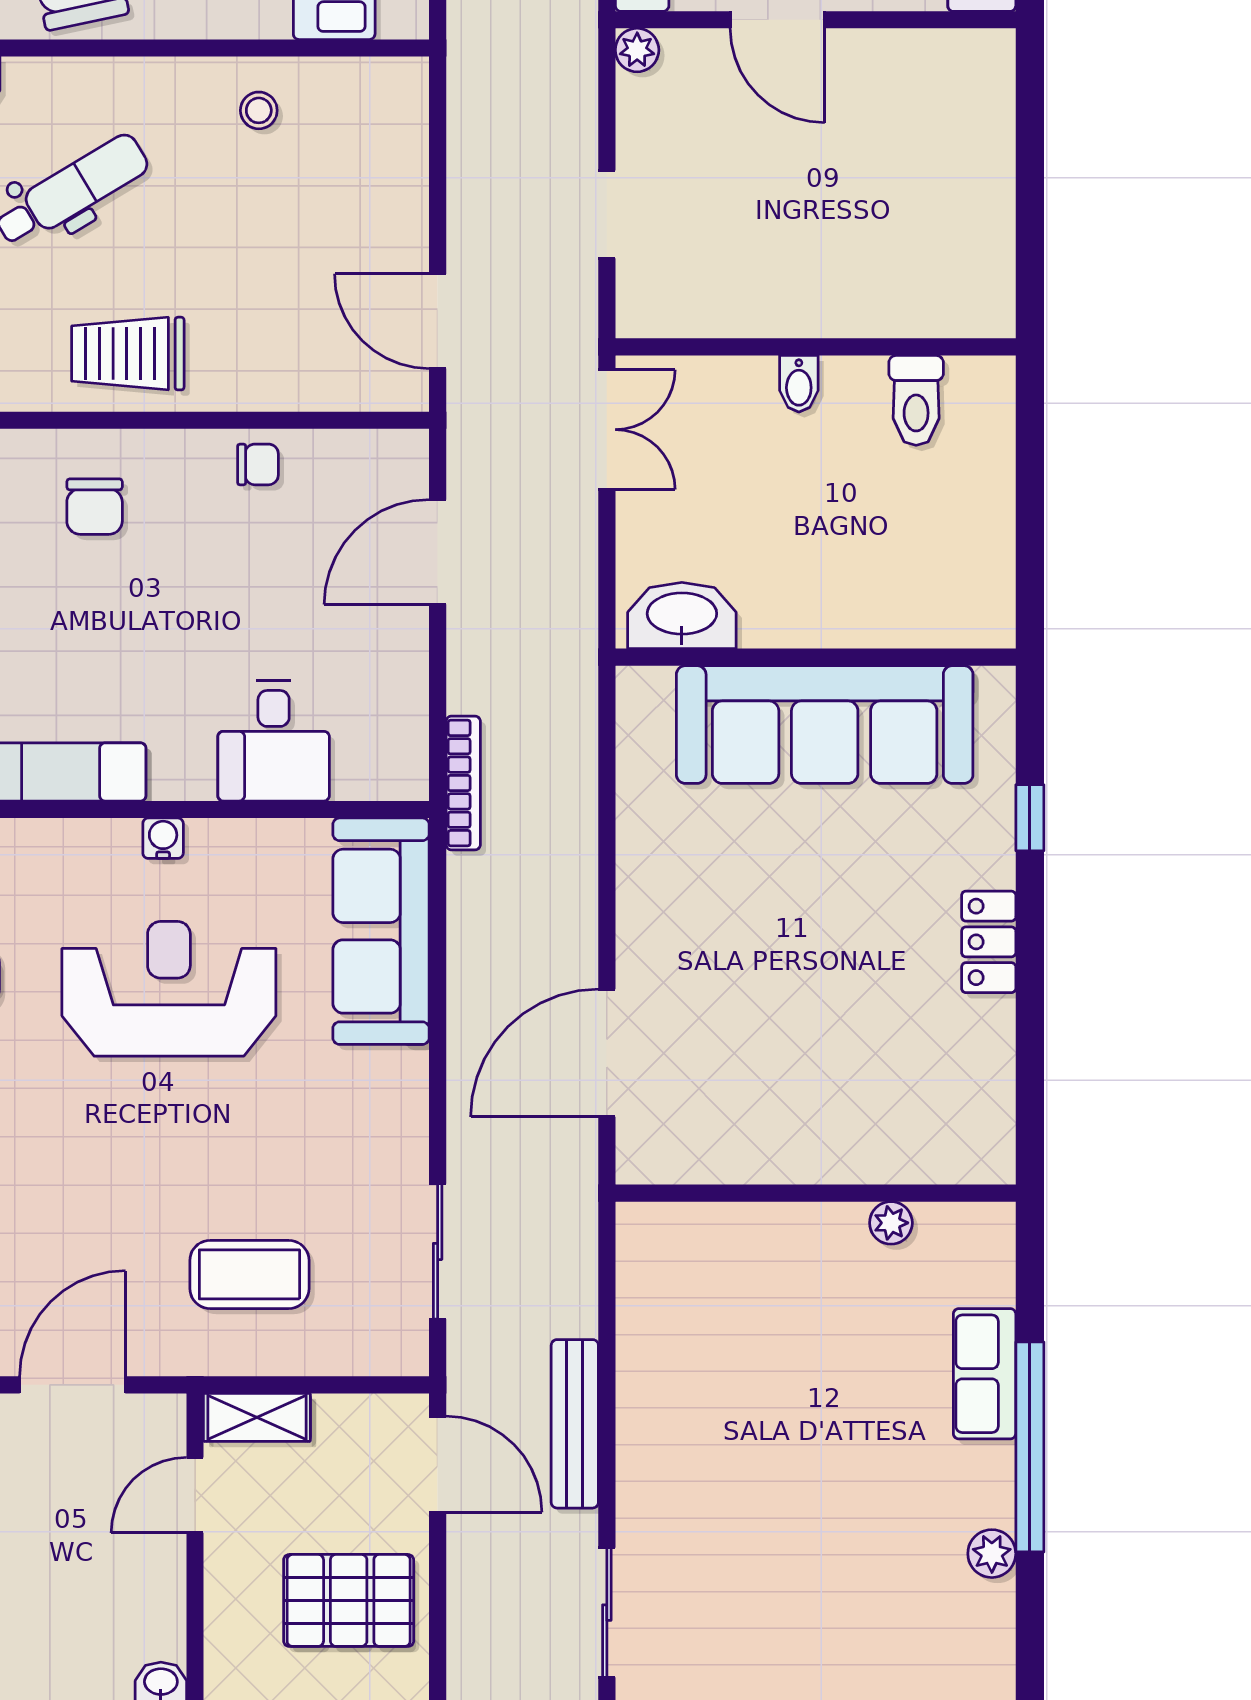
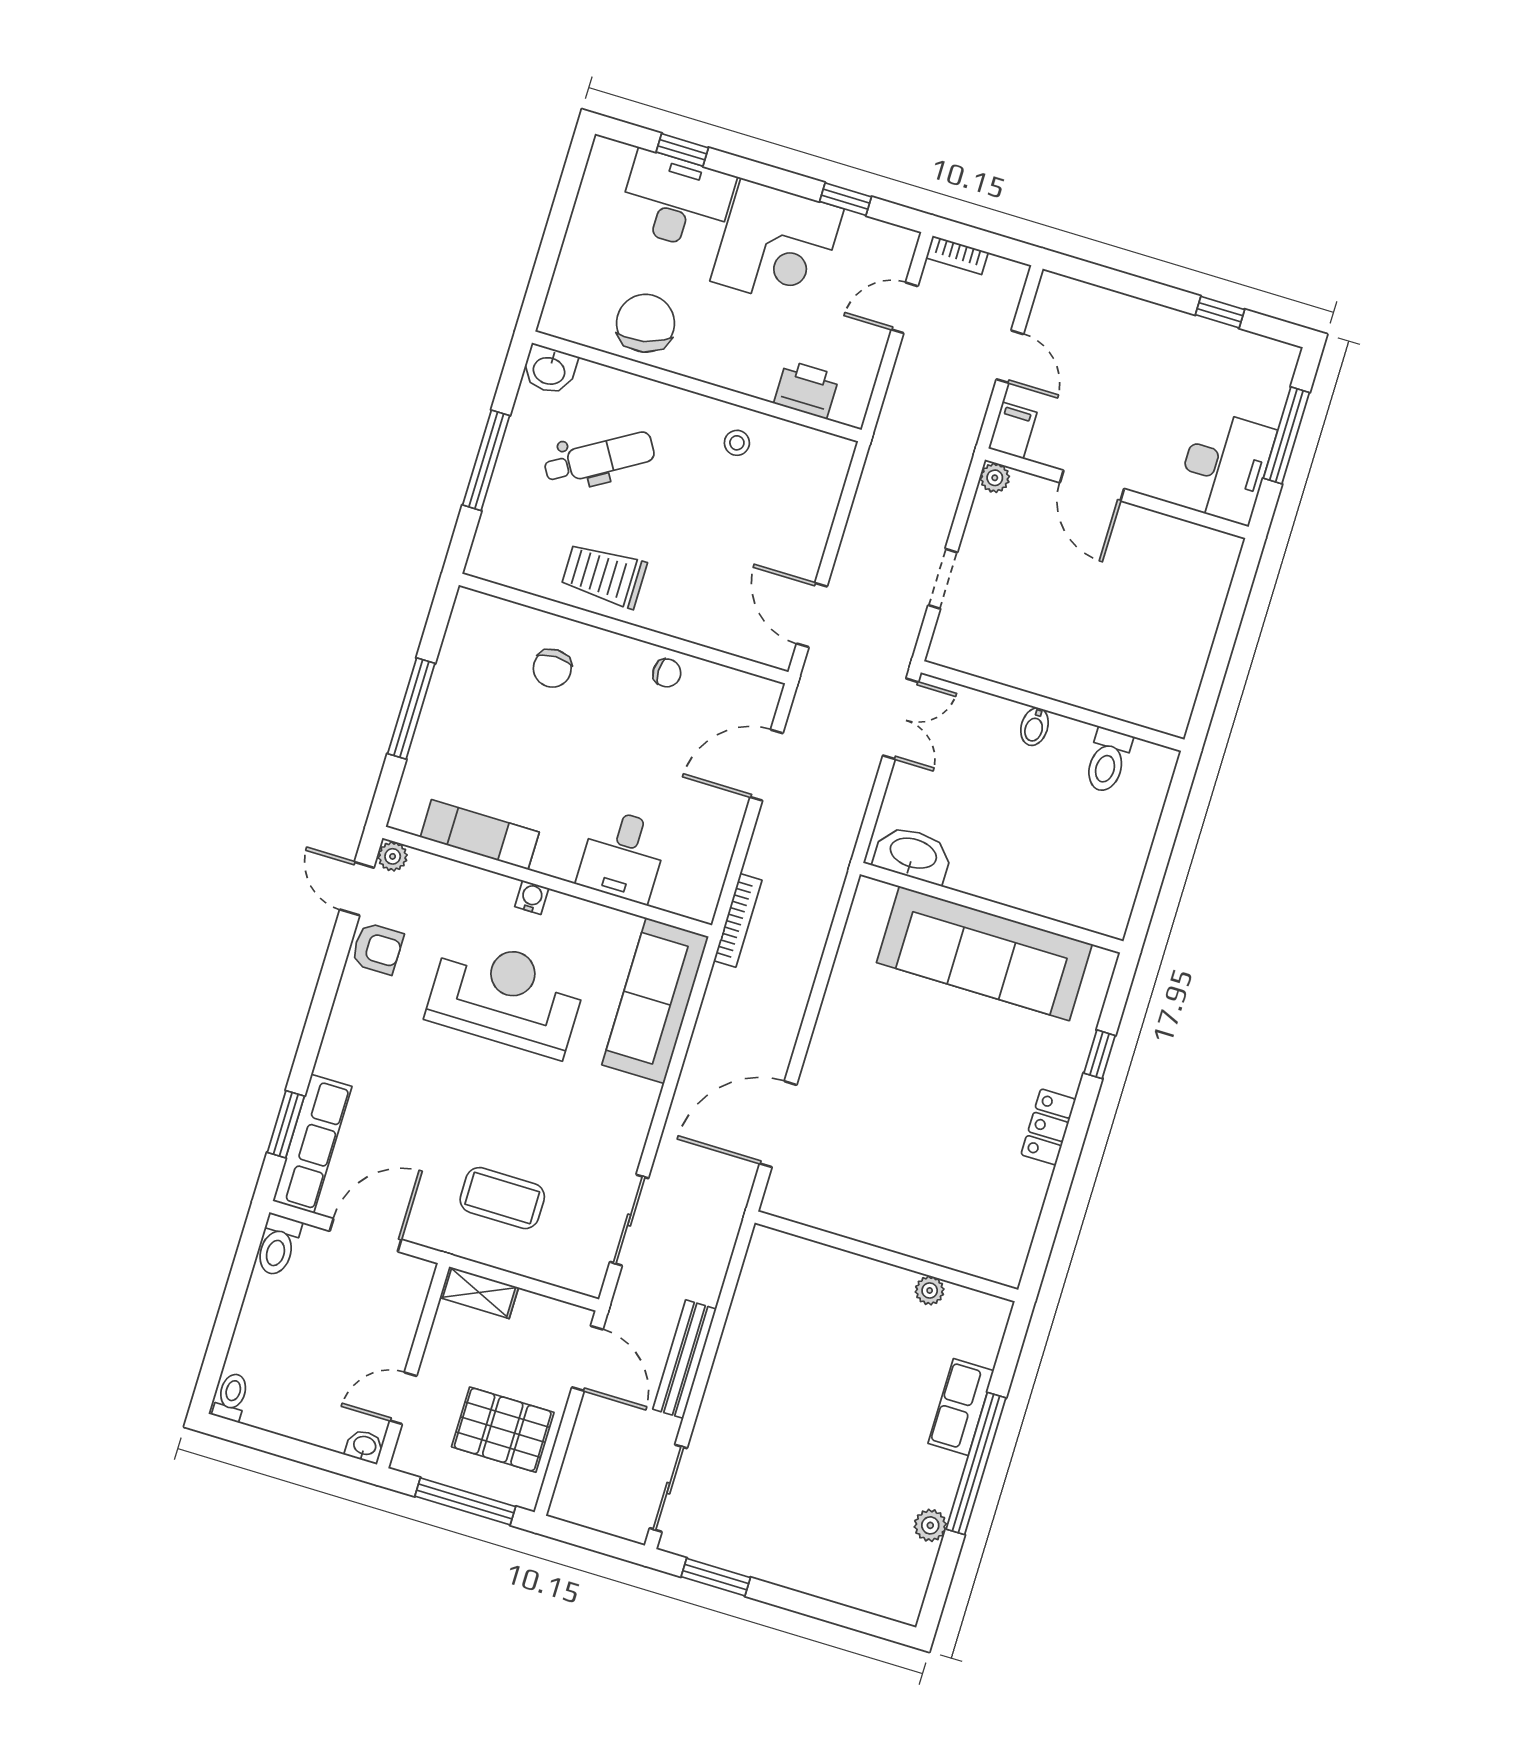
door: (195, 1495) -> (403, 1398), moved

